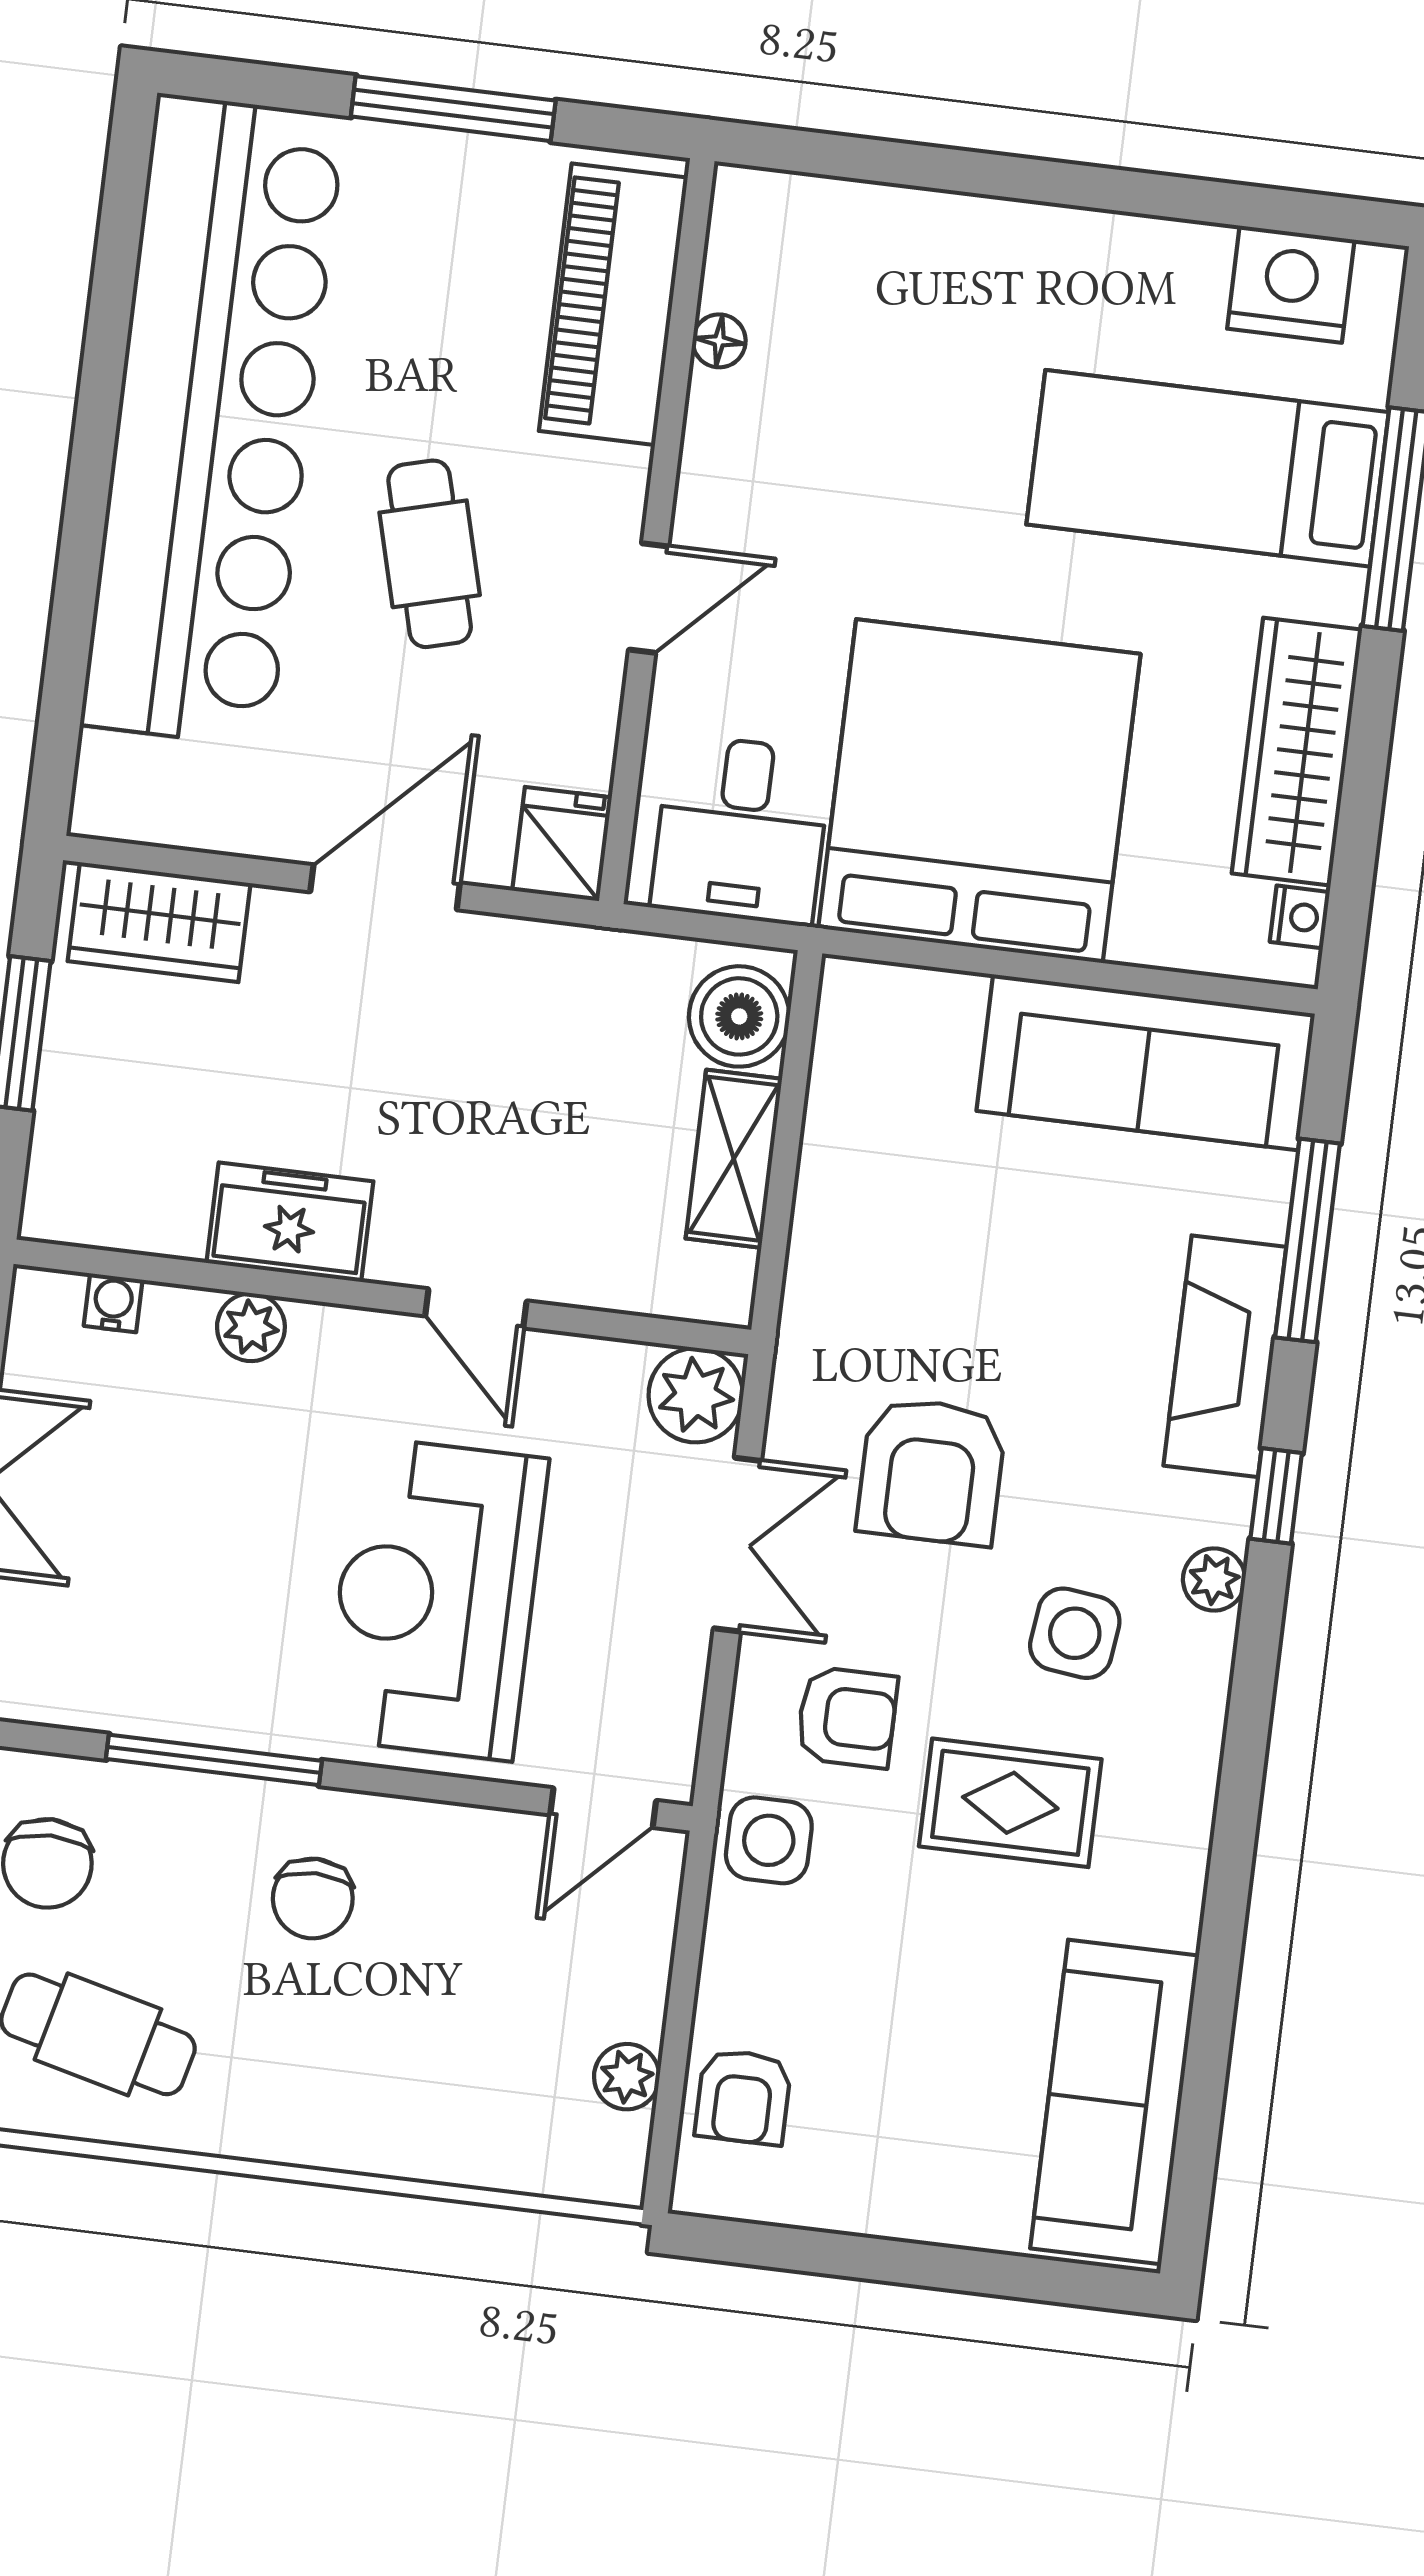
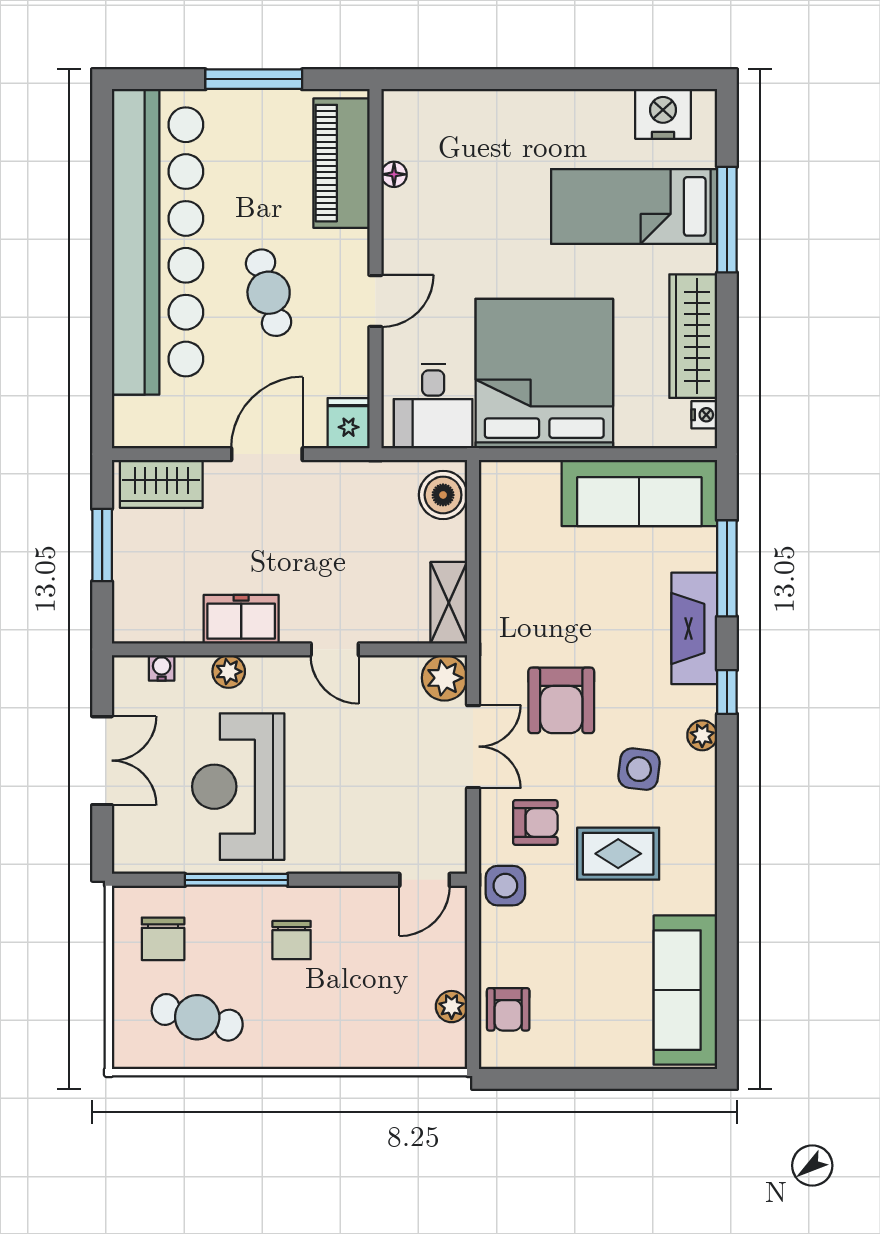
shelving: (734, 1159) -> (449, 603), moved
reception desk: (436, 1599) -> (238, 787), moved

